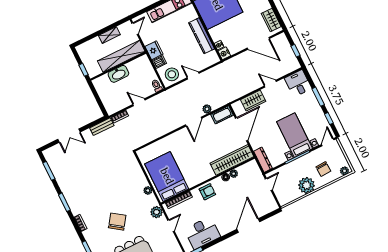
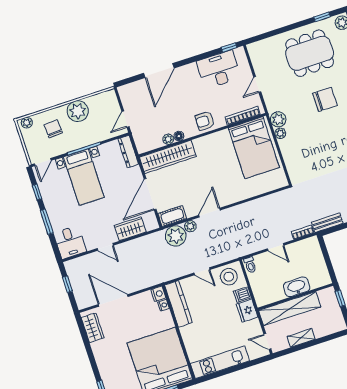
door: (135, 29) -> (267, 341), hinge flipped
kitchen counter: (202, 36) -> (179, 304), moved
plant: (217, 100) -> (176, 236), added
plant: (157, 212) -> (278, 119), moved
chair: (117, 222) -> (325, 99), turned -125

